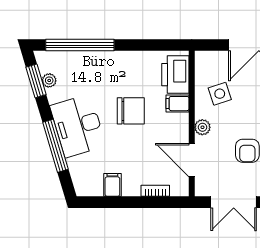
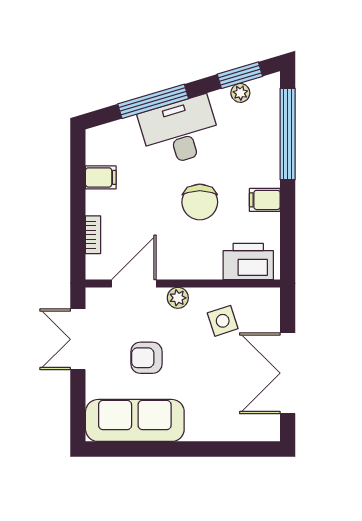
filing cabinet: (177, 104) -> (265, 200), moved, turned -90

